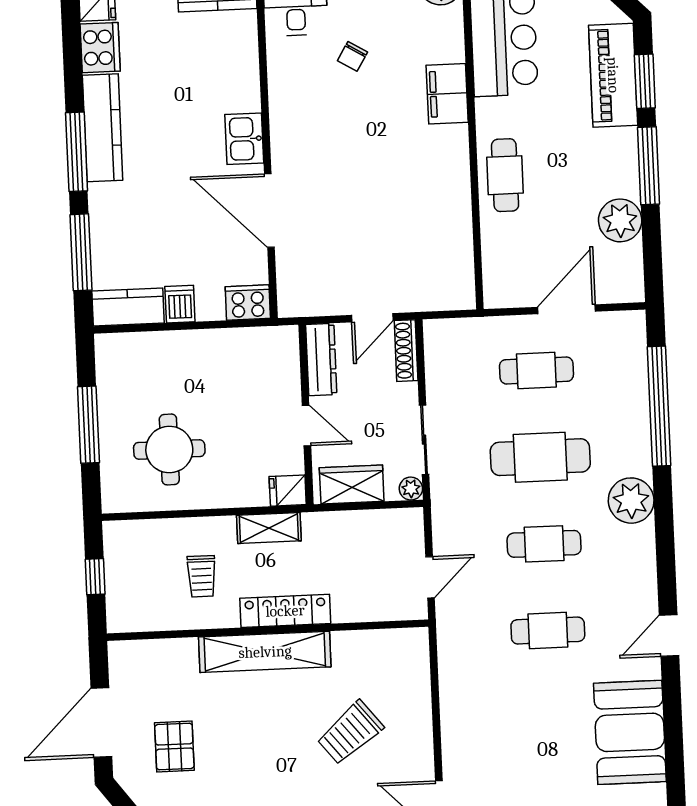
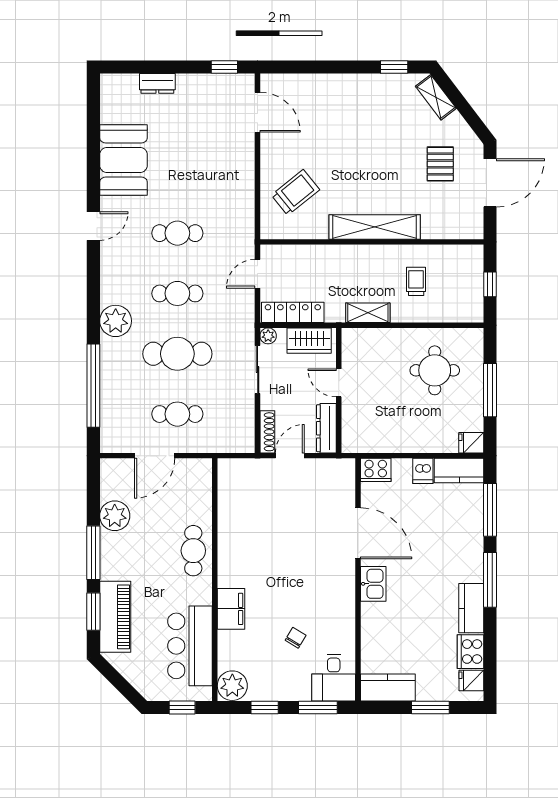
kitchen counter: (103, 128) -> (471, 608), width x0.67
fridge: (288, 491) -> (471, 443), moved, turned 180
locker: (285, 611) -> (293, 312), moved, turned 180
trolley: (350, 733) -> (295, 192), moved

